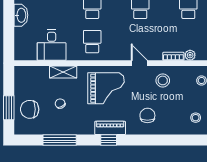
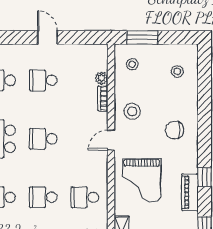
grand piano: (106, 88) -> (142, 180), turned 180
piano: (110, 128) -> (190, 192), moved

